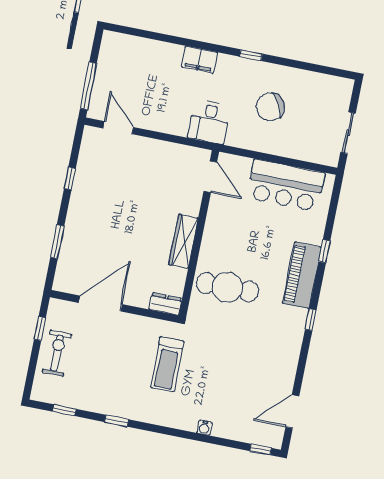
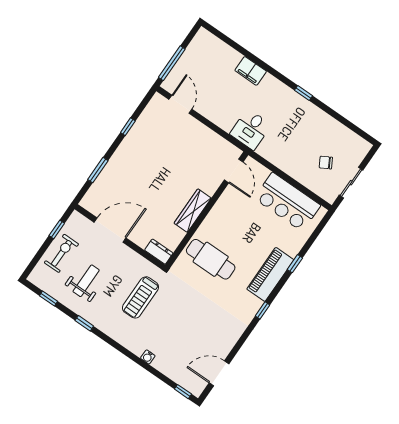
filing cabinet: (199, 60) -> (251, 71), moved
chair: (270, 107) -> (326, 163), moved, width x0.54, depth x0.54
weight bench: (98, 372) -> (86, 281), added

